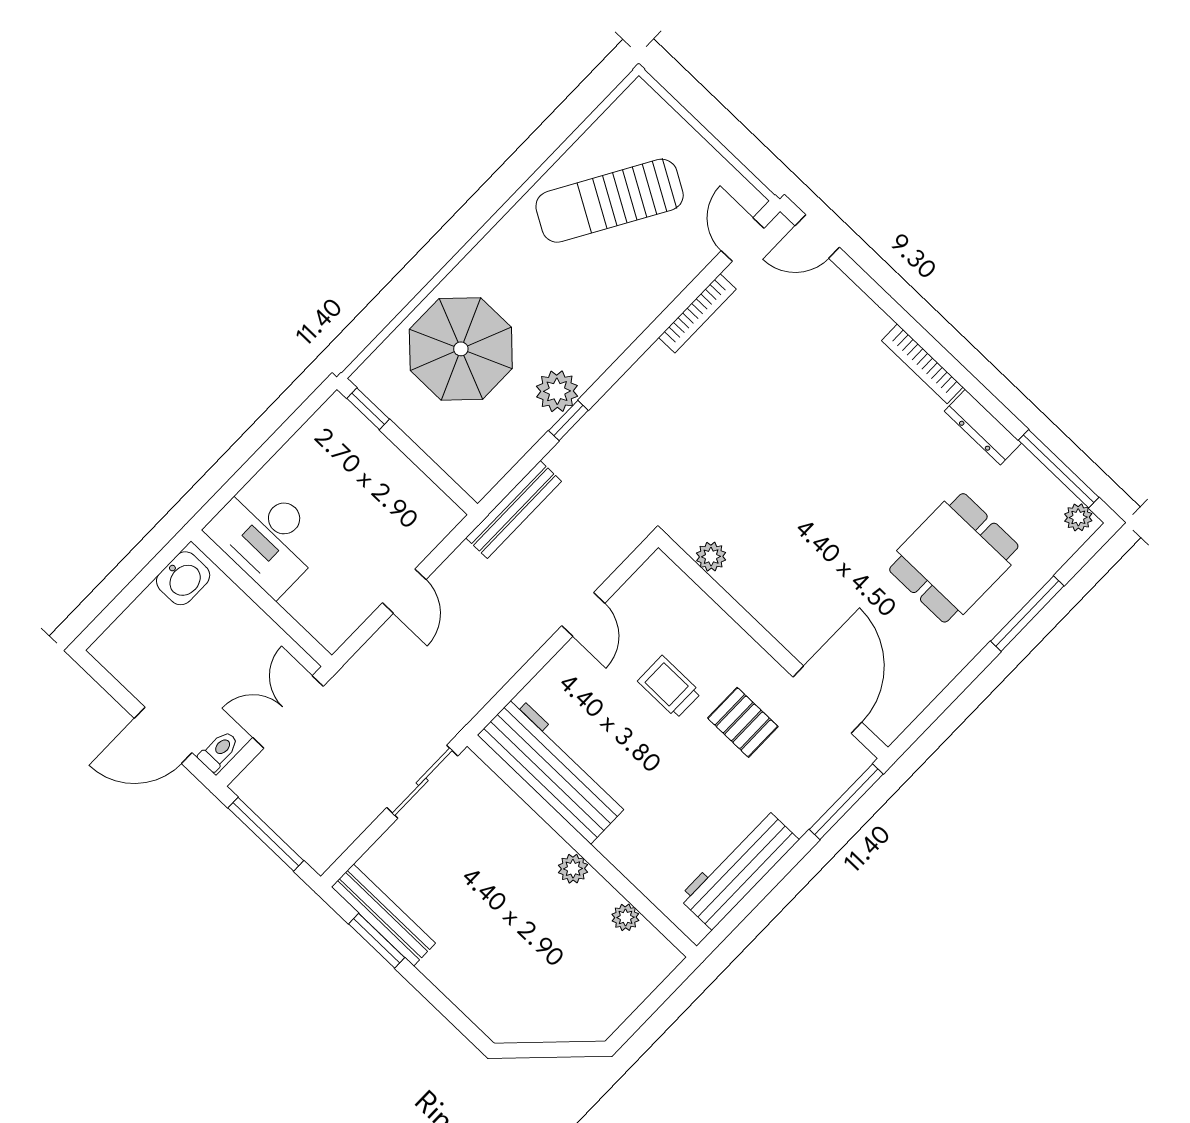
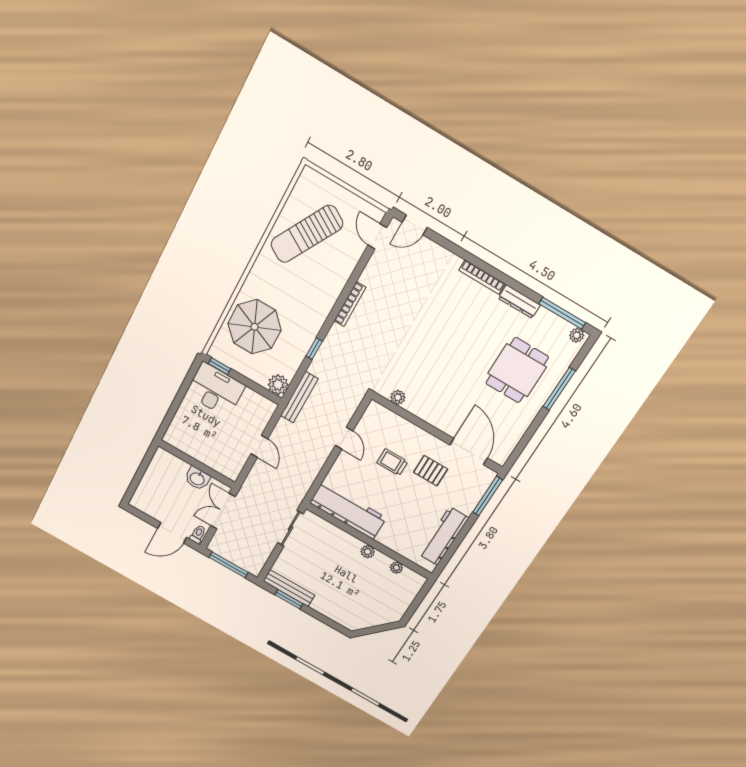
bookcase: (697, 313) -> (350, 304), moved
plant: (557, 391) -> (278, 385), moved
desk: (267, 537) -> (215, 390), moved, turned 180
washbasin: (183, 578) -> (197, 478), moved, turned 90

